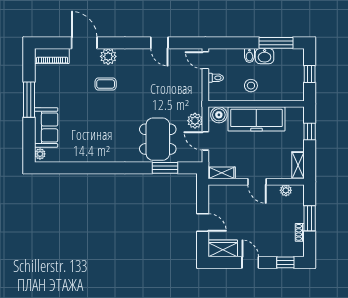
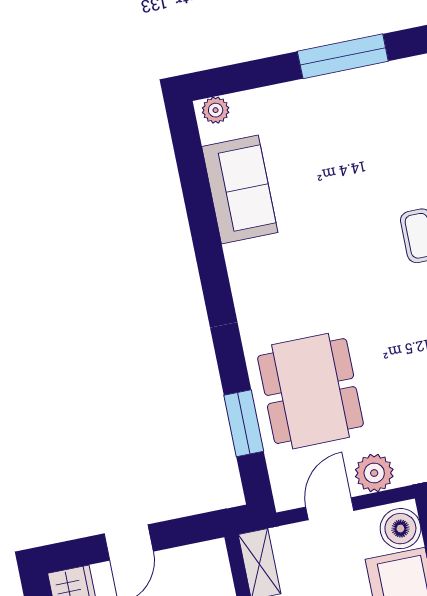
sofa: (46, 127) -> (240, 189), moved, turned -90
dining table: (158, 139) -> (311, 391), turned 90

